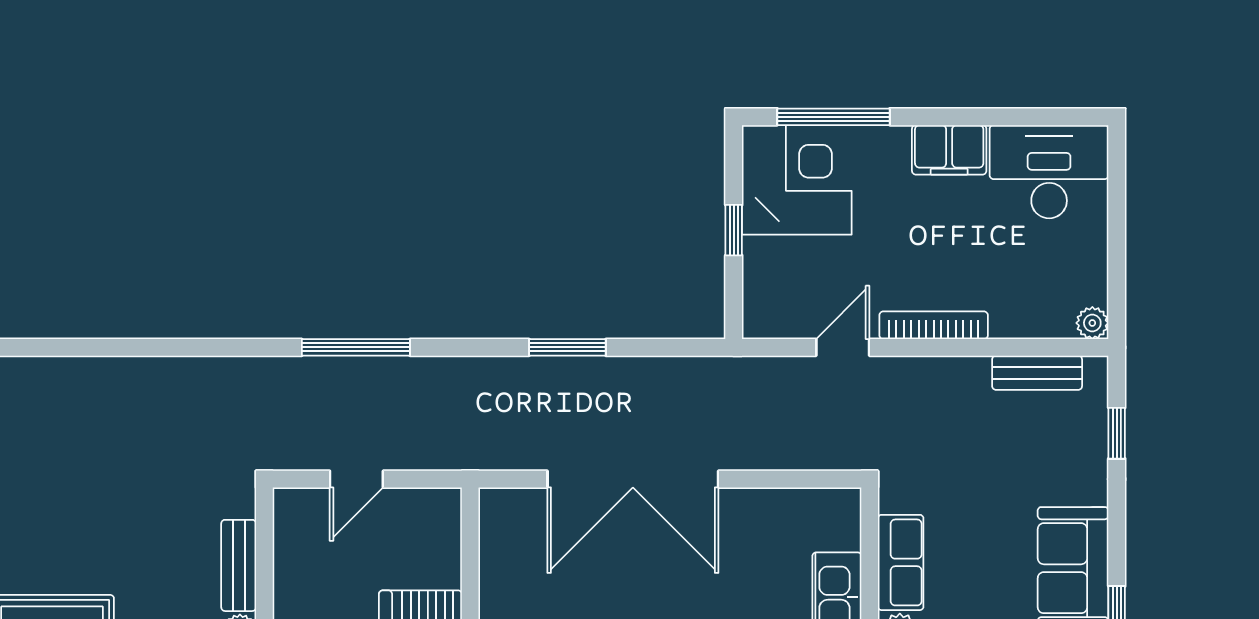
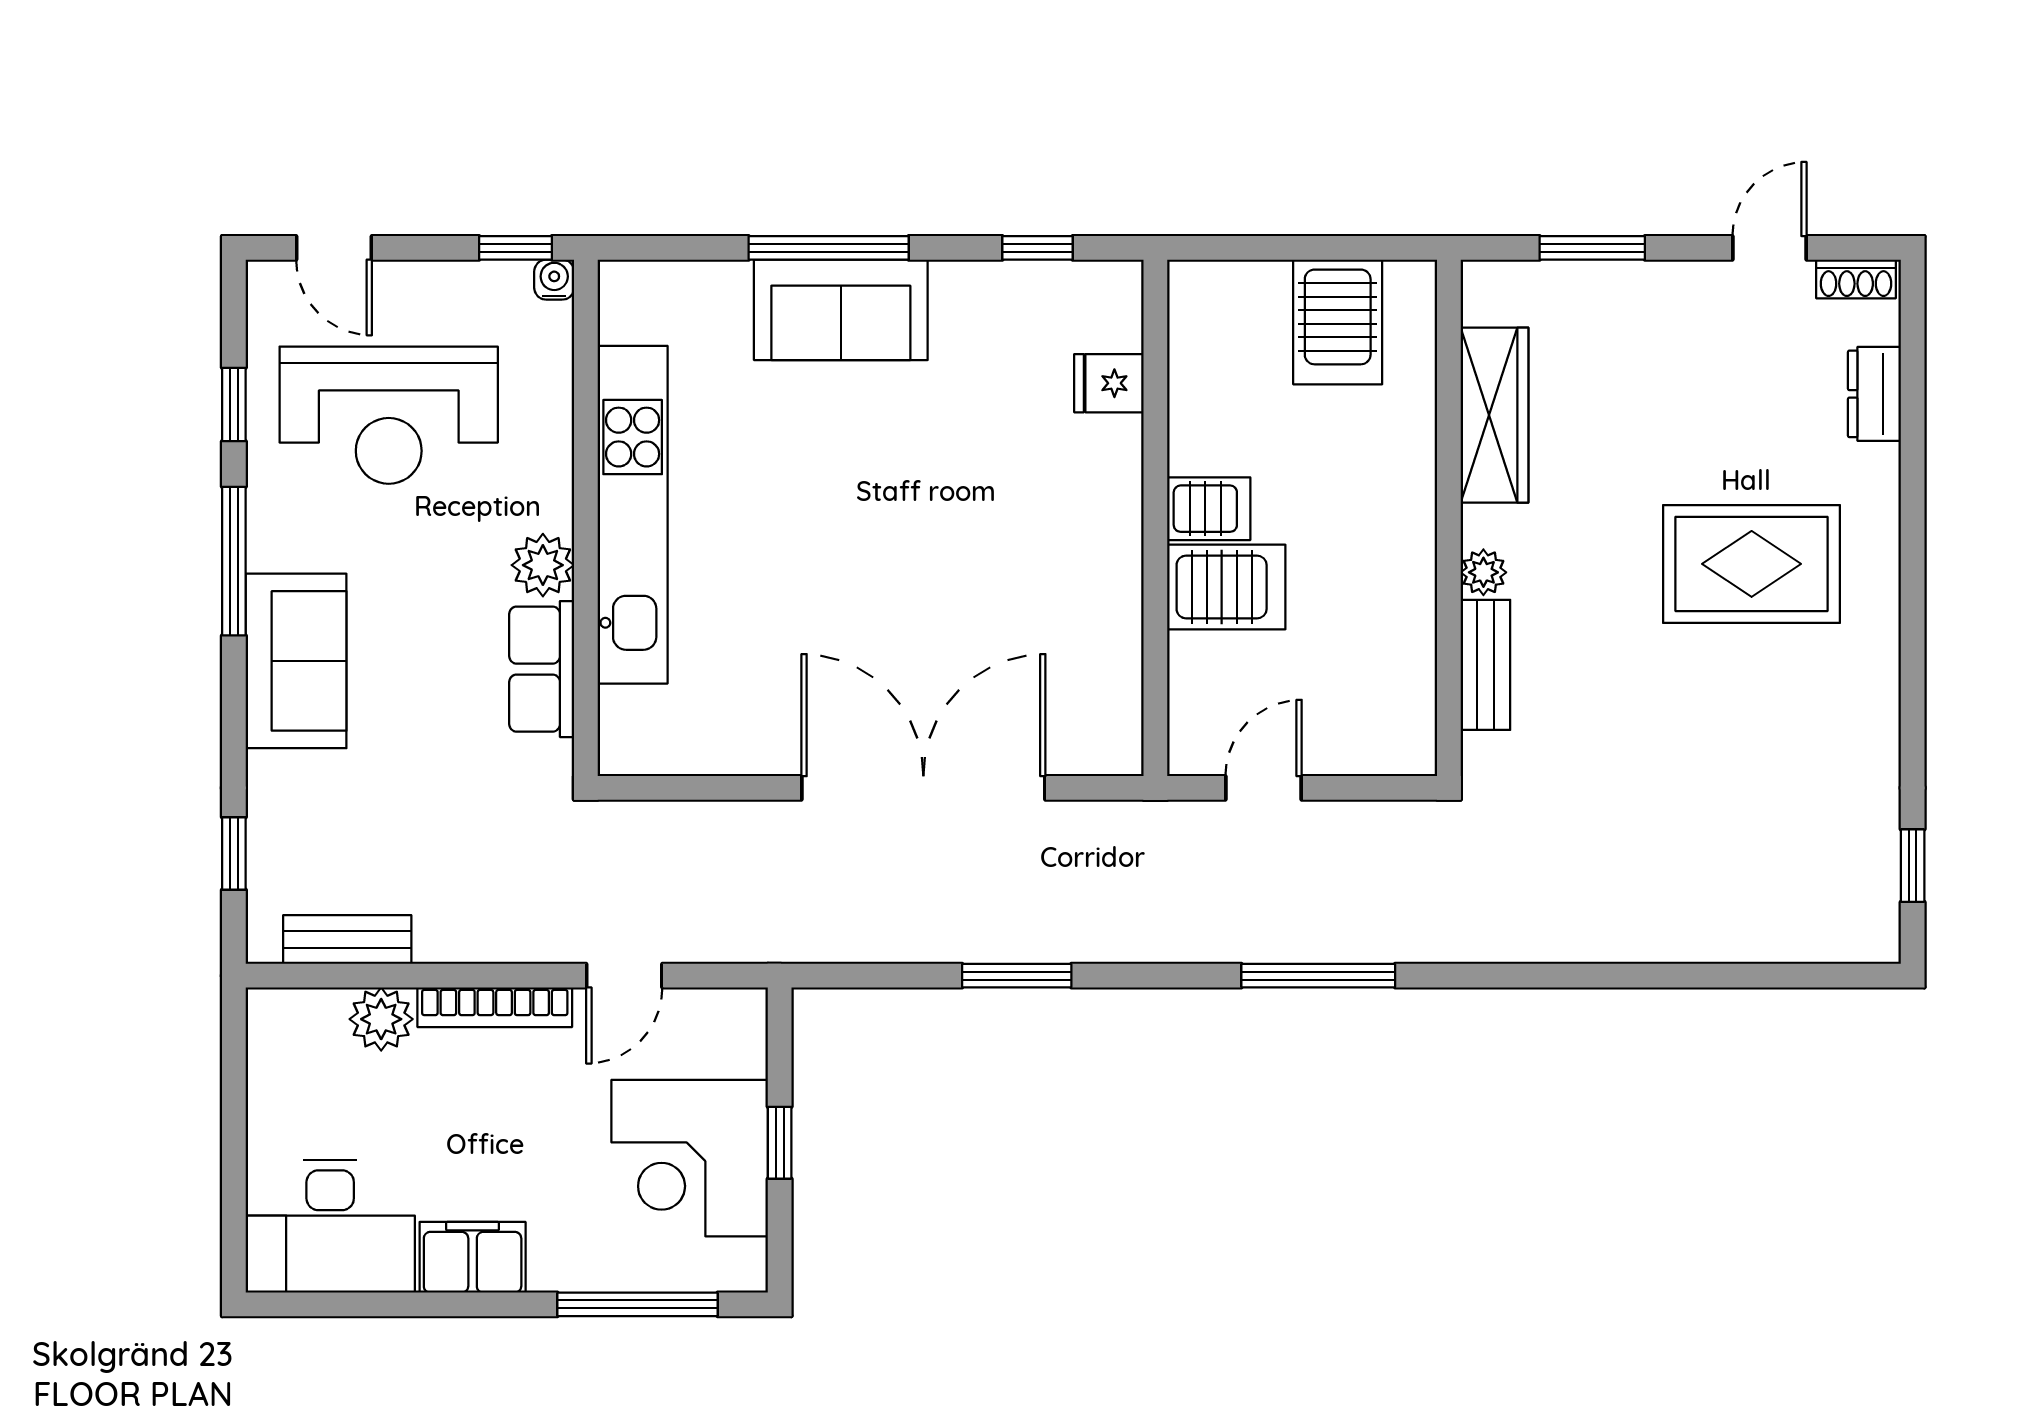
corner desk: (797, 180) -> (690, 1158), moved
plant: (1092, 323) -> (381, 1019), moved, width x1.38, depth x1.38
door: (356, 479) -> (1264, 788), moved

